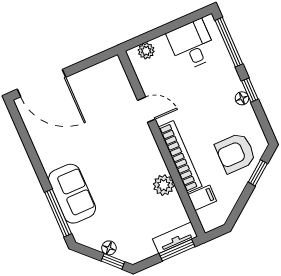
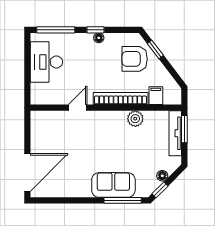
desk: (192, 45) -> (46, 62), width x1.37
plant: (146, 51) -> (37, 90), removed
armchair: (236, 153) -> (135, 59), turned 90
tv unit: (175, 238) -> (175, 133), width x1.41
window: (113, 261) -> (160, 190), moved

